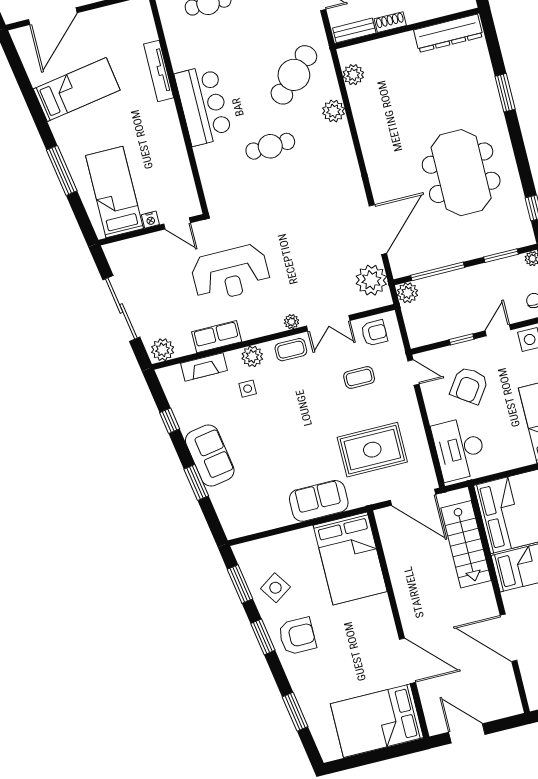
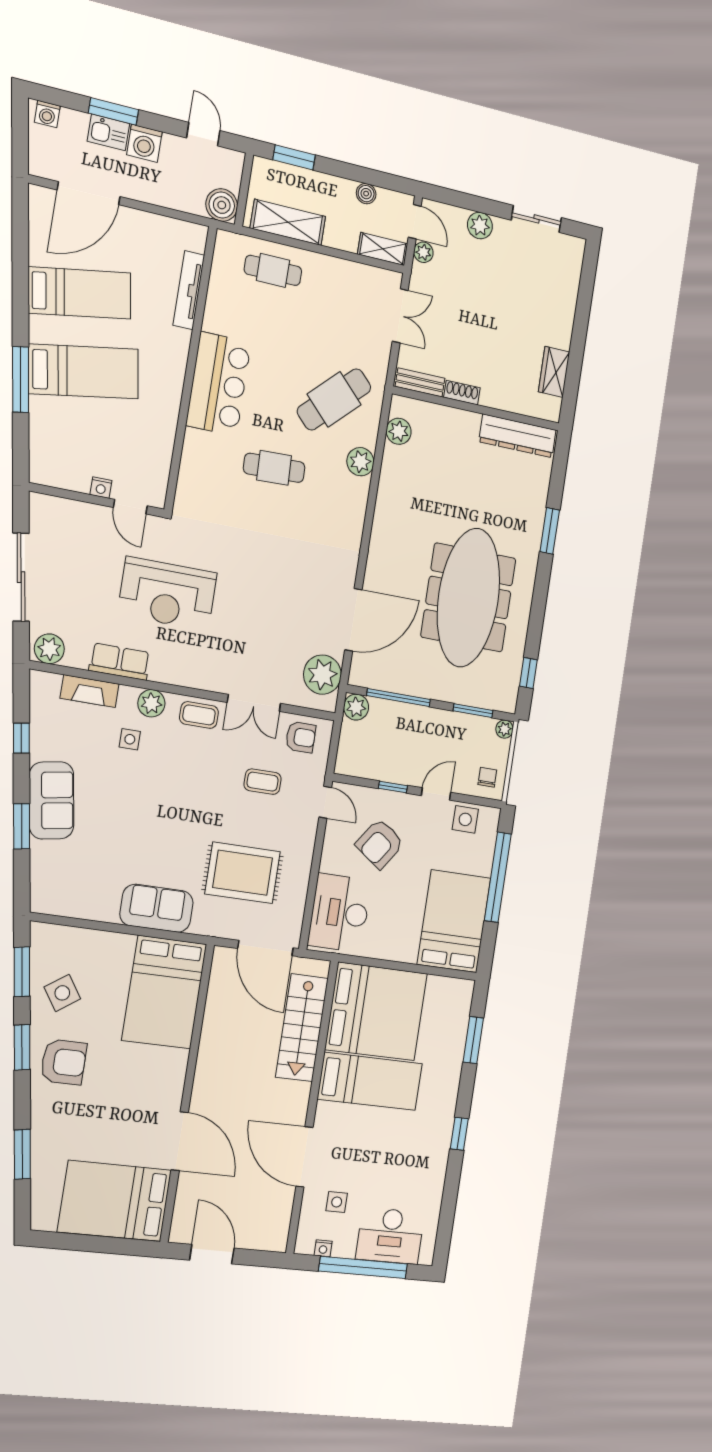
tv unit: (159, 71) -> (189, 290), moved
meeting table: (461, 173) -> (468, 598), width x1.36
bed: (114, 192) -> (84, 371), moved, turned 81
plant: (291, 322) -> (213, 682), removed

